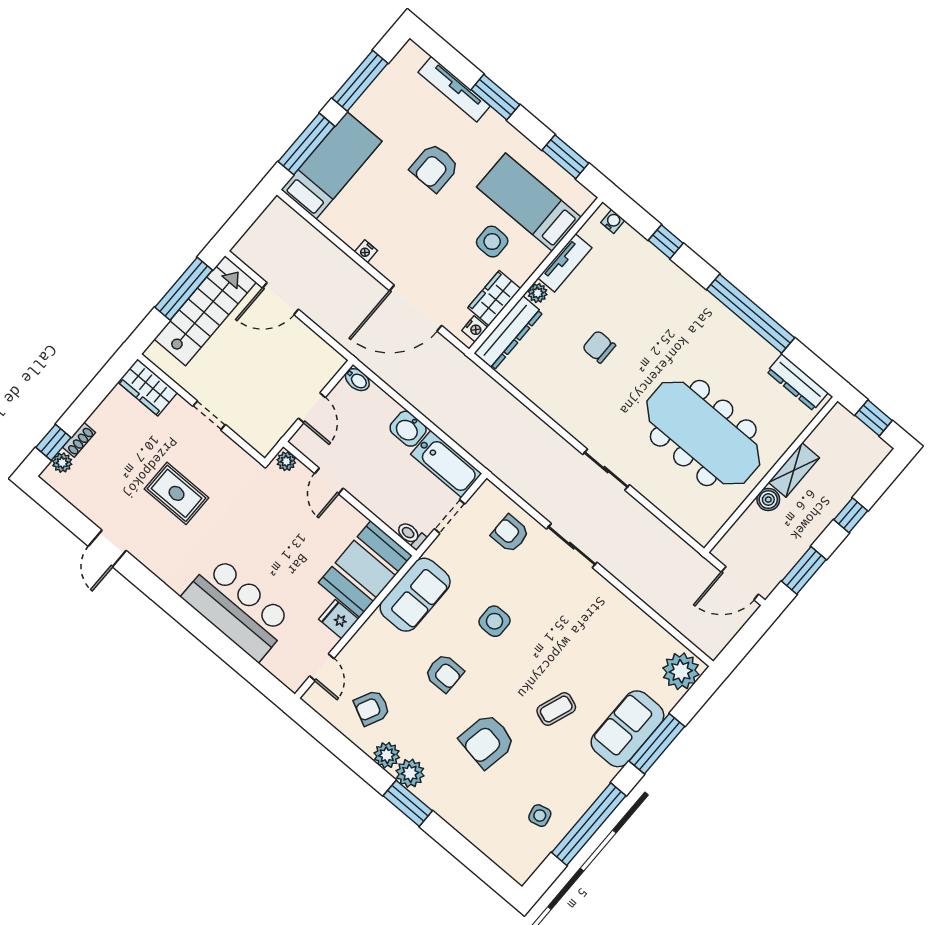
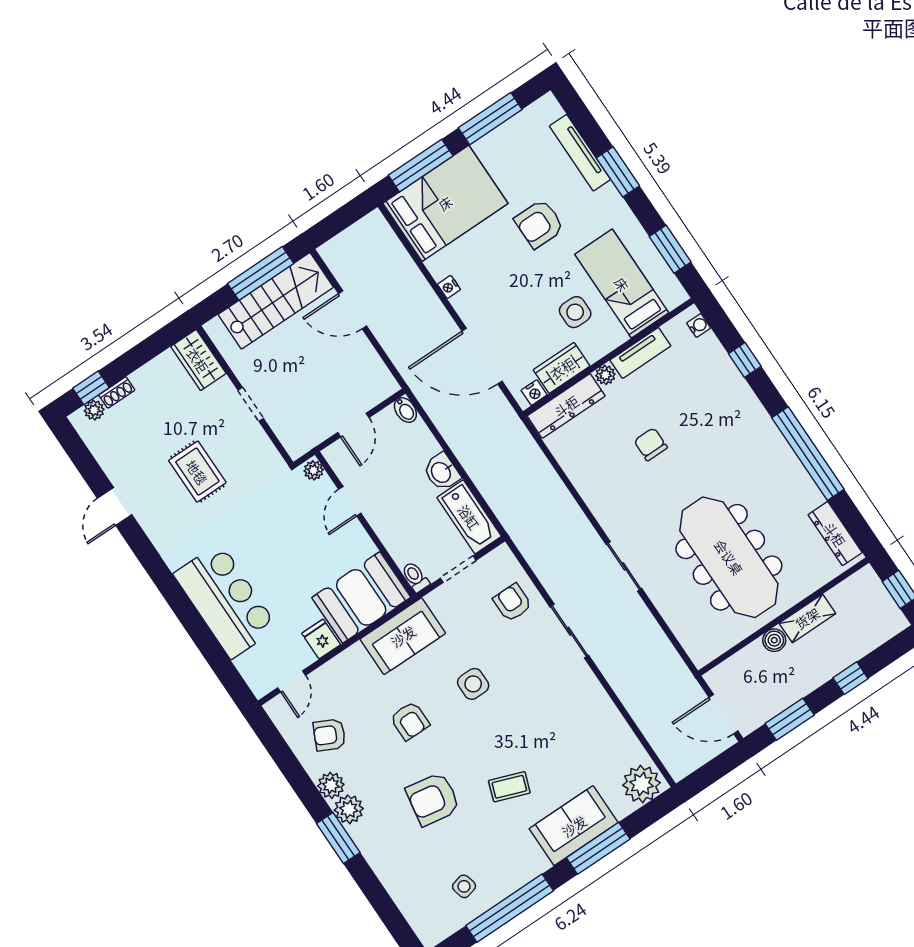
bed: (331, 166) -> (445, 203), width x1.50

